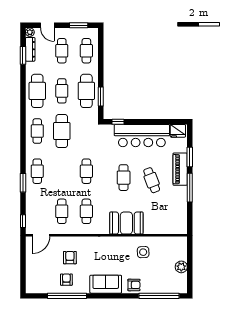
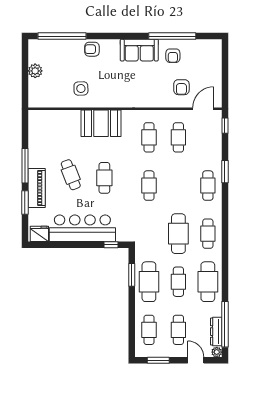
window: (23, 55) -> (225, 324), width x2.11
armchair: (70, 258) -> (181, 87), moved
sofa: (106, 284) -> (139, 50), moved

